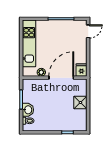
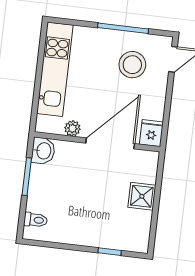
stool: (68, 37) -> (132, 65), added
washbasin: (28, 110) -> (43, 151), moved

